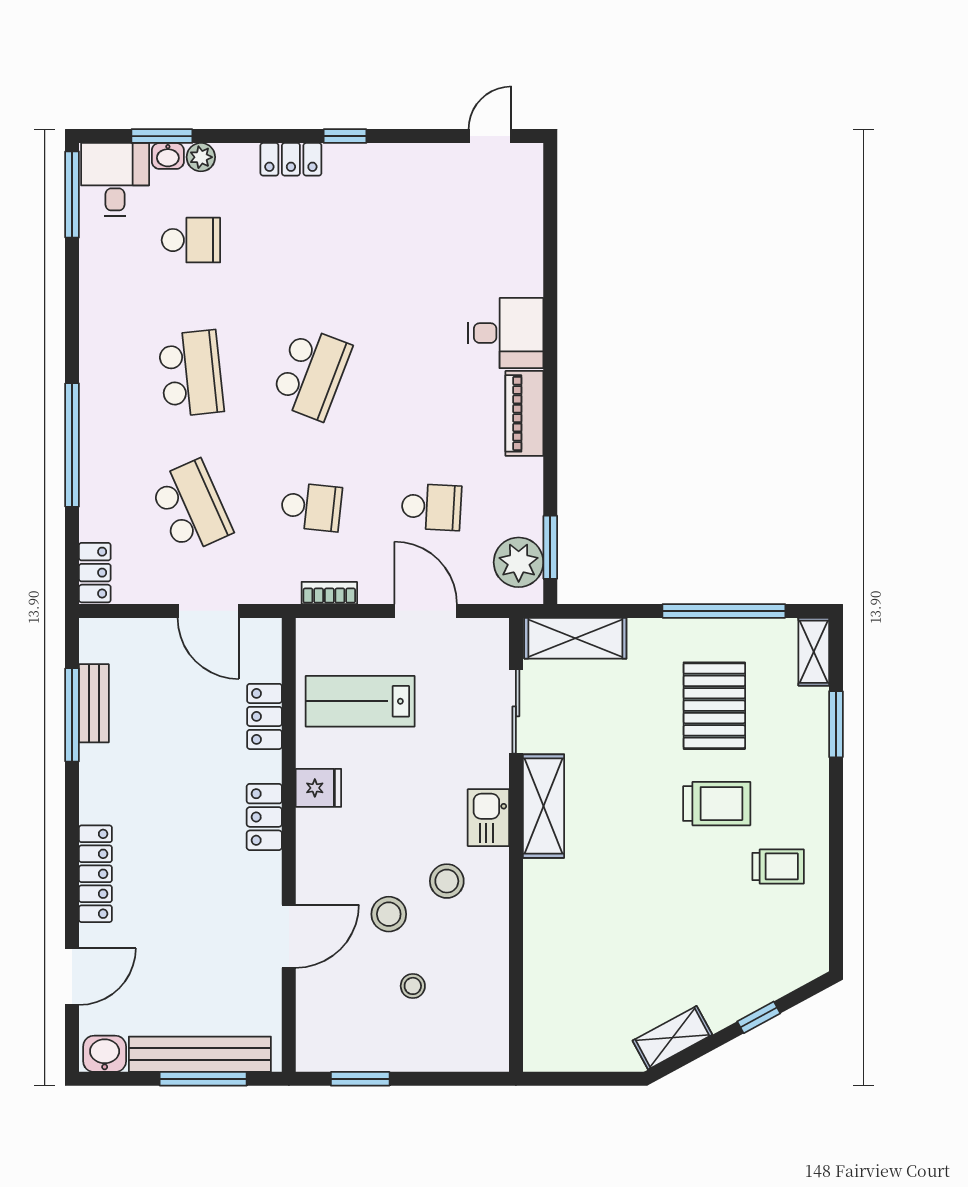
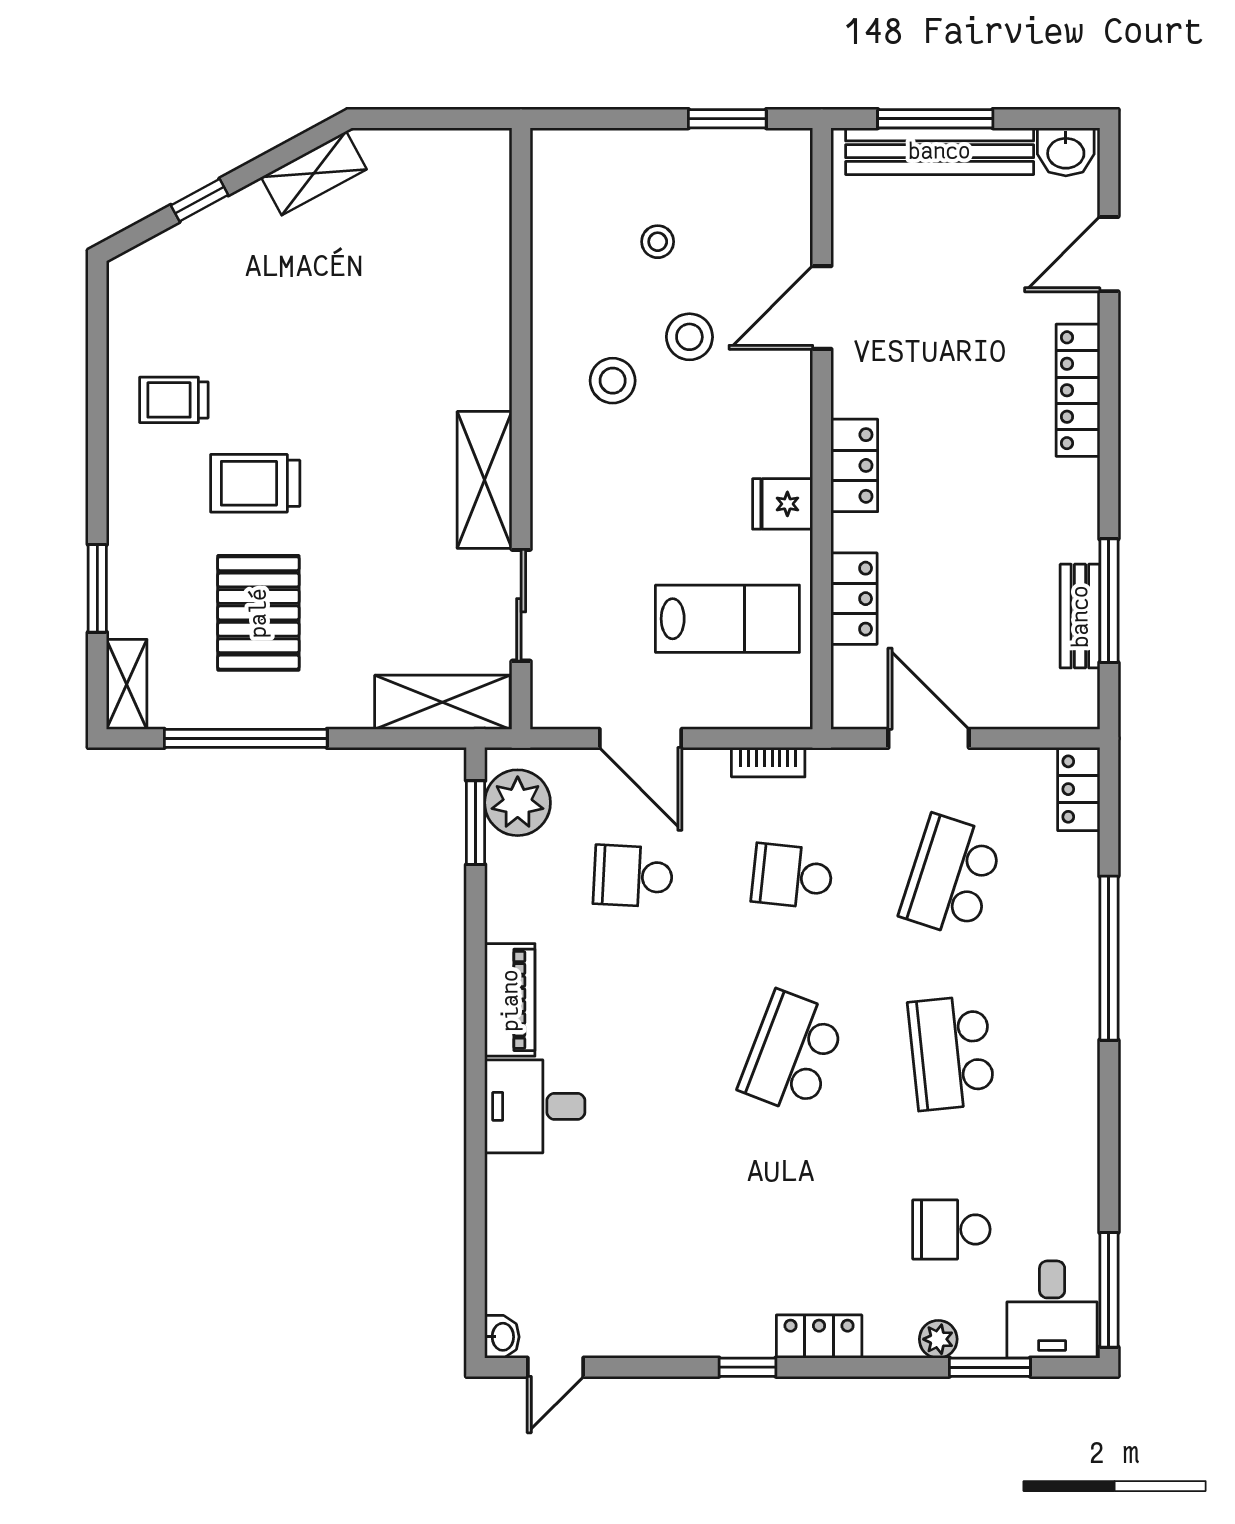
washbasin: (168, 156) -> (502, 1337), moved, turned 90
school desk: (191, 507) -> (951, 876), turned 42
kitchen sink: (488, 818) -> (558, 465), removed

